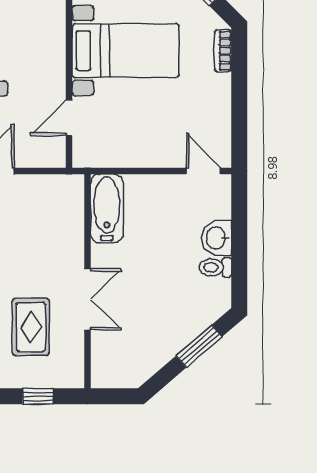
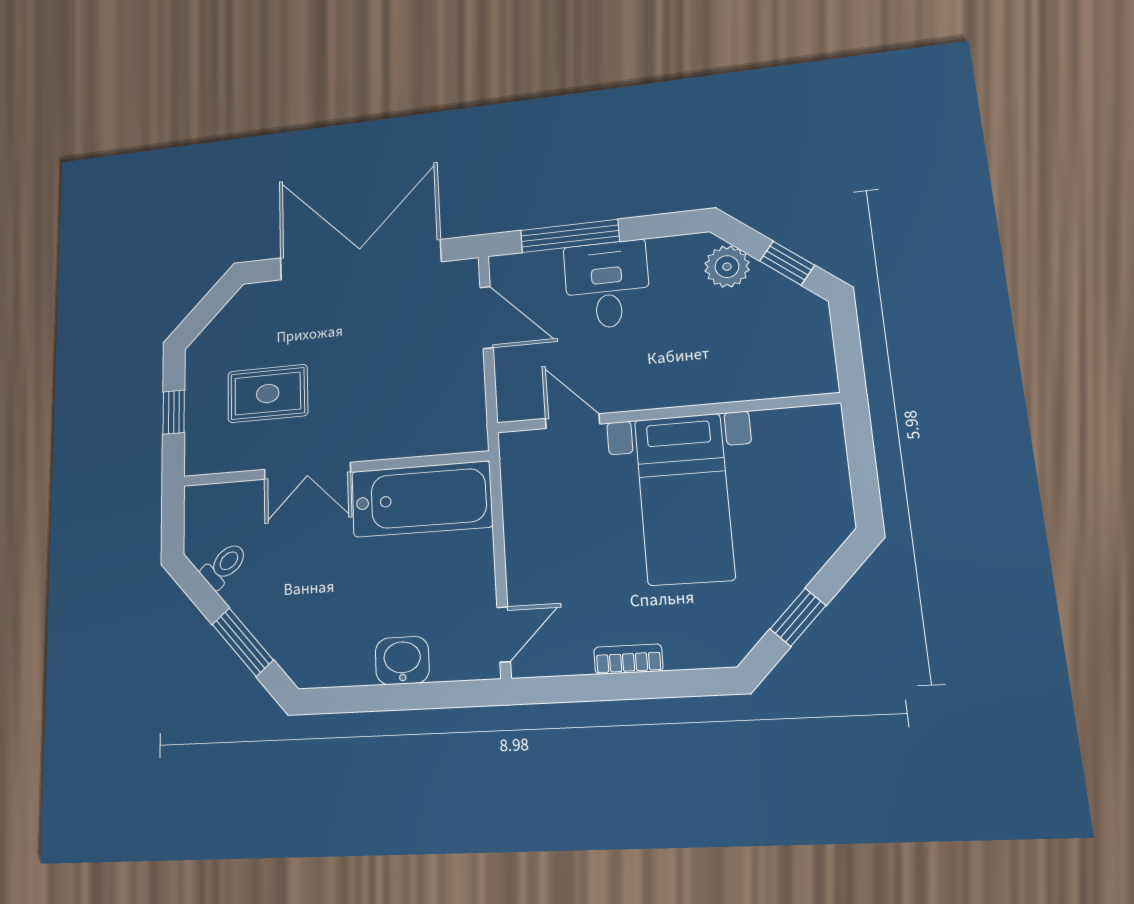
bookcase: (223, 51) -> (628, 659), moved
bathtub: (107, 208) -> (422, 499), width x1.36, depth x1.36
toilet: (215, 267) -> (224, 565), moved, turned 49

